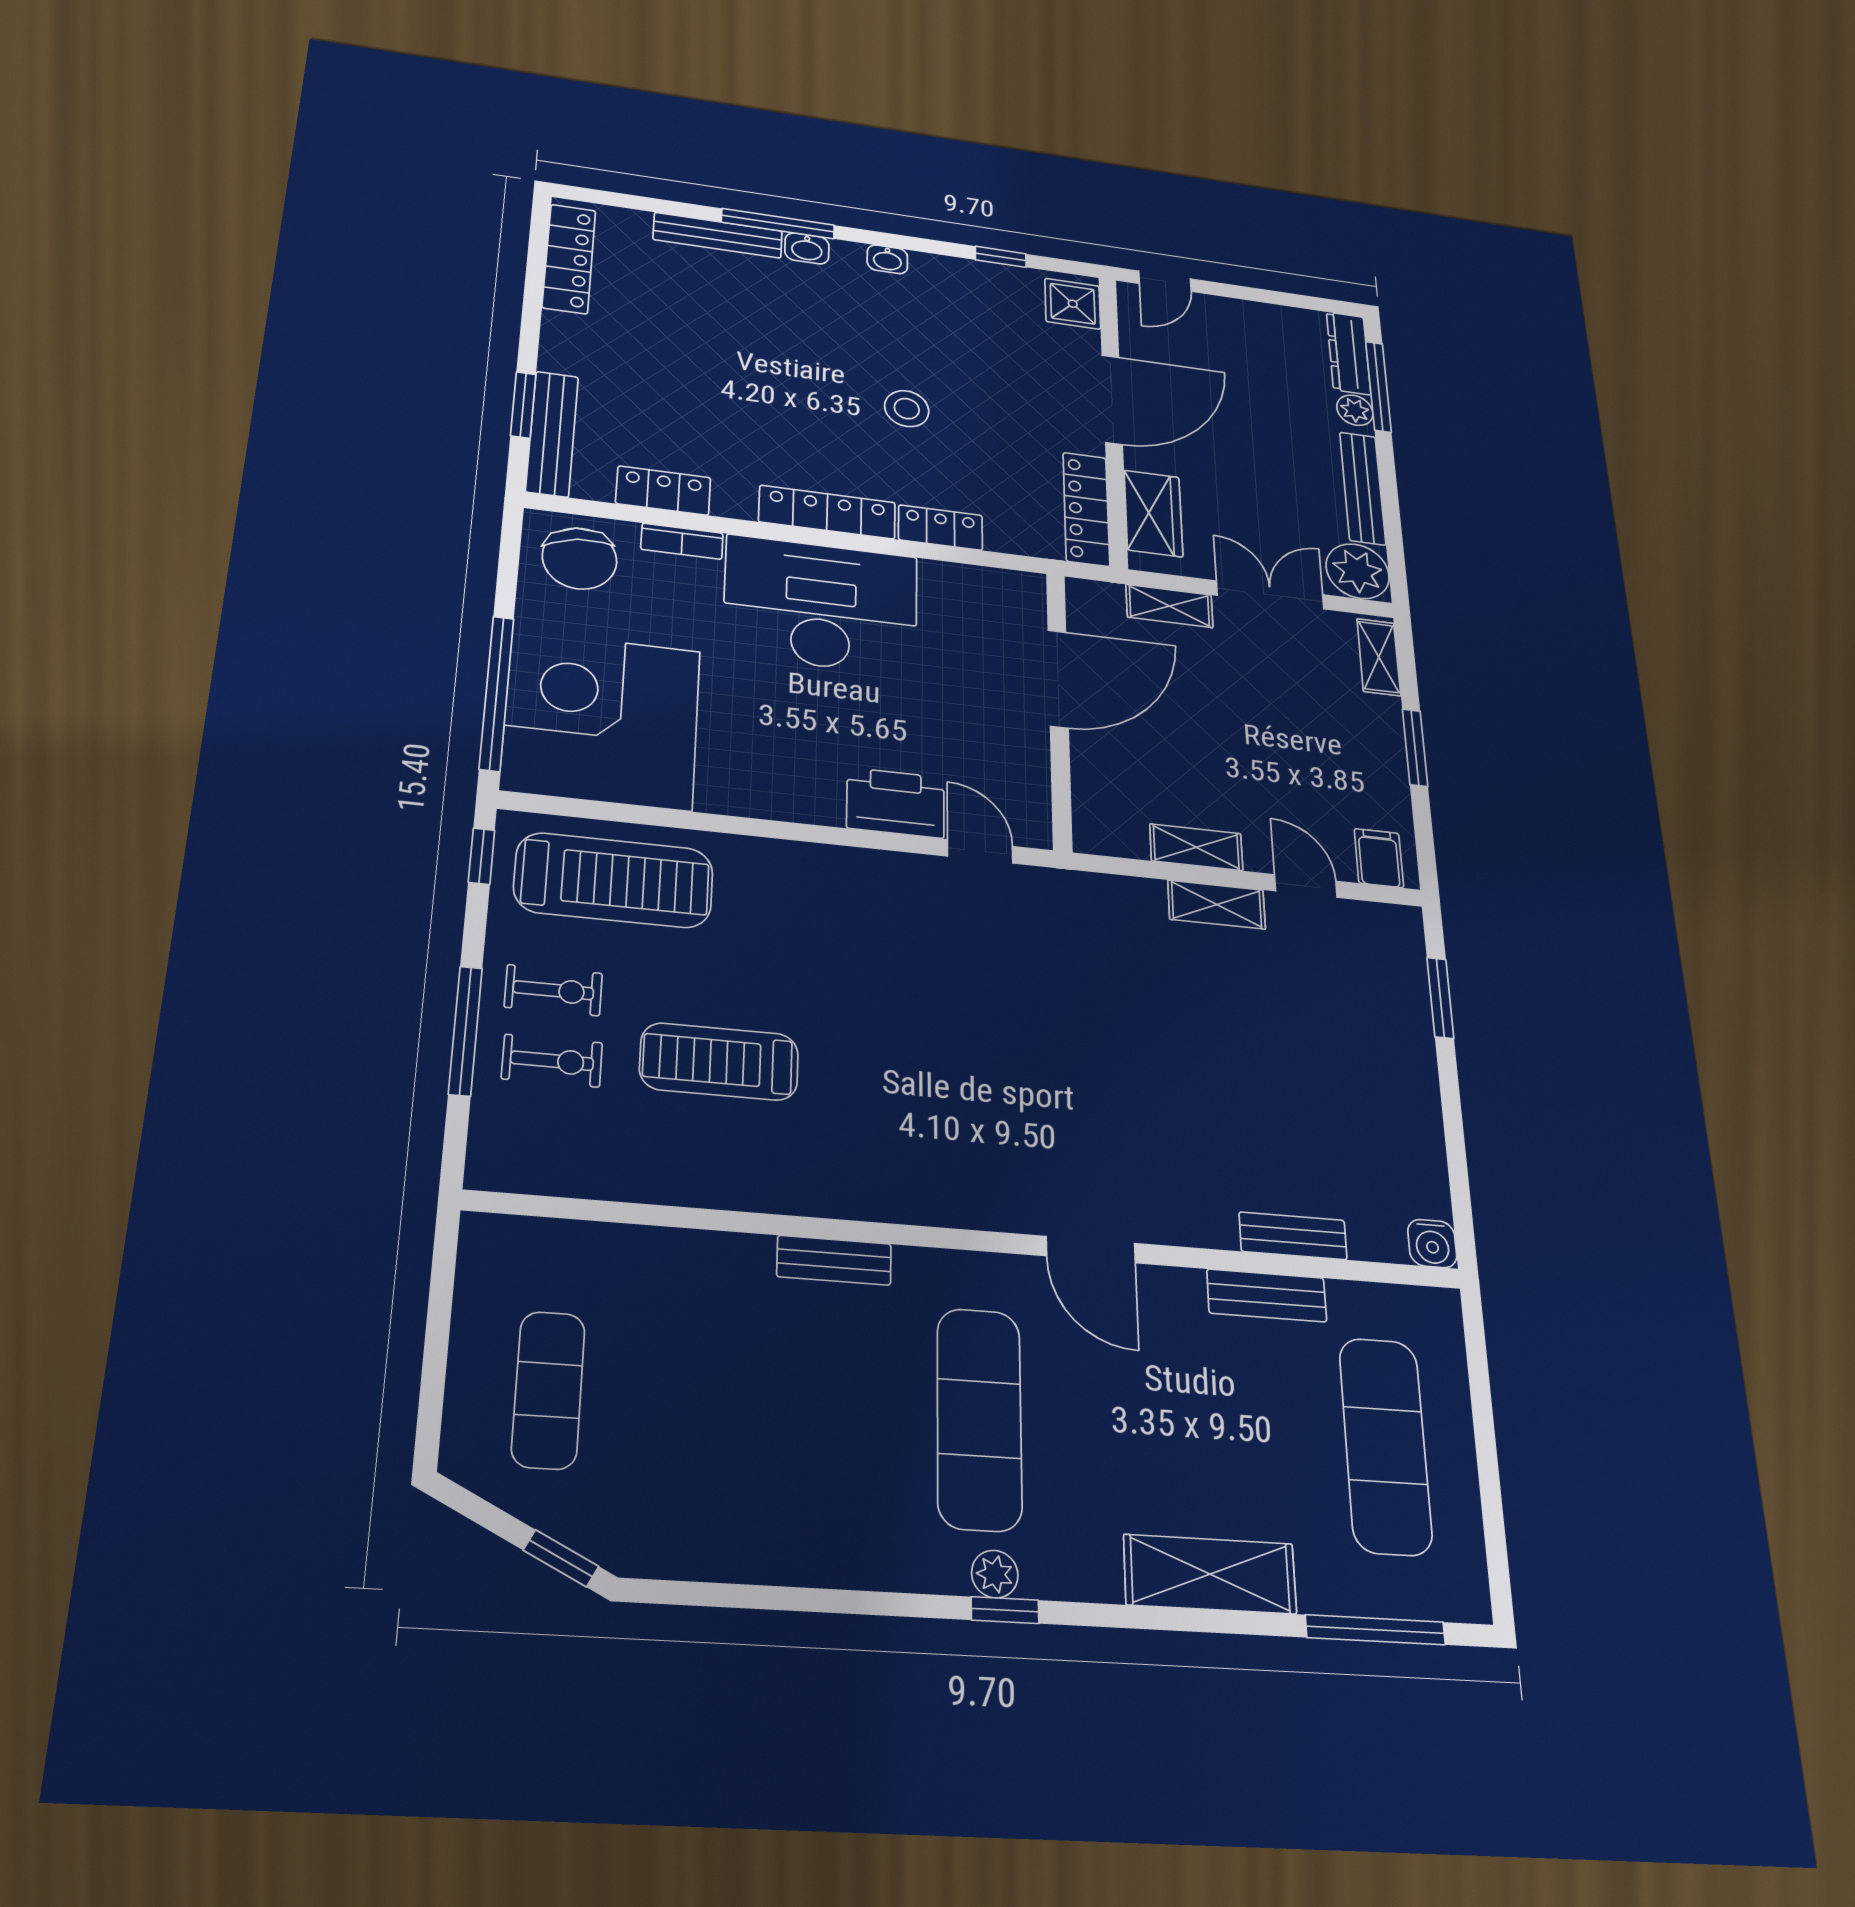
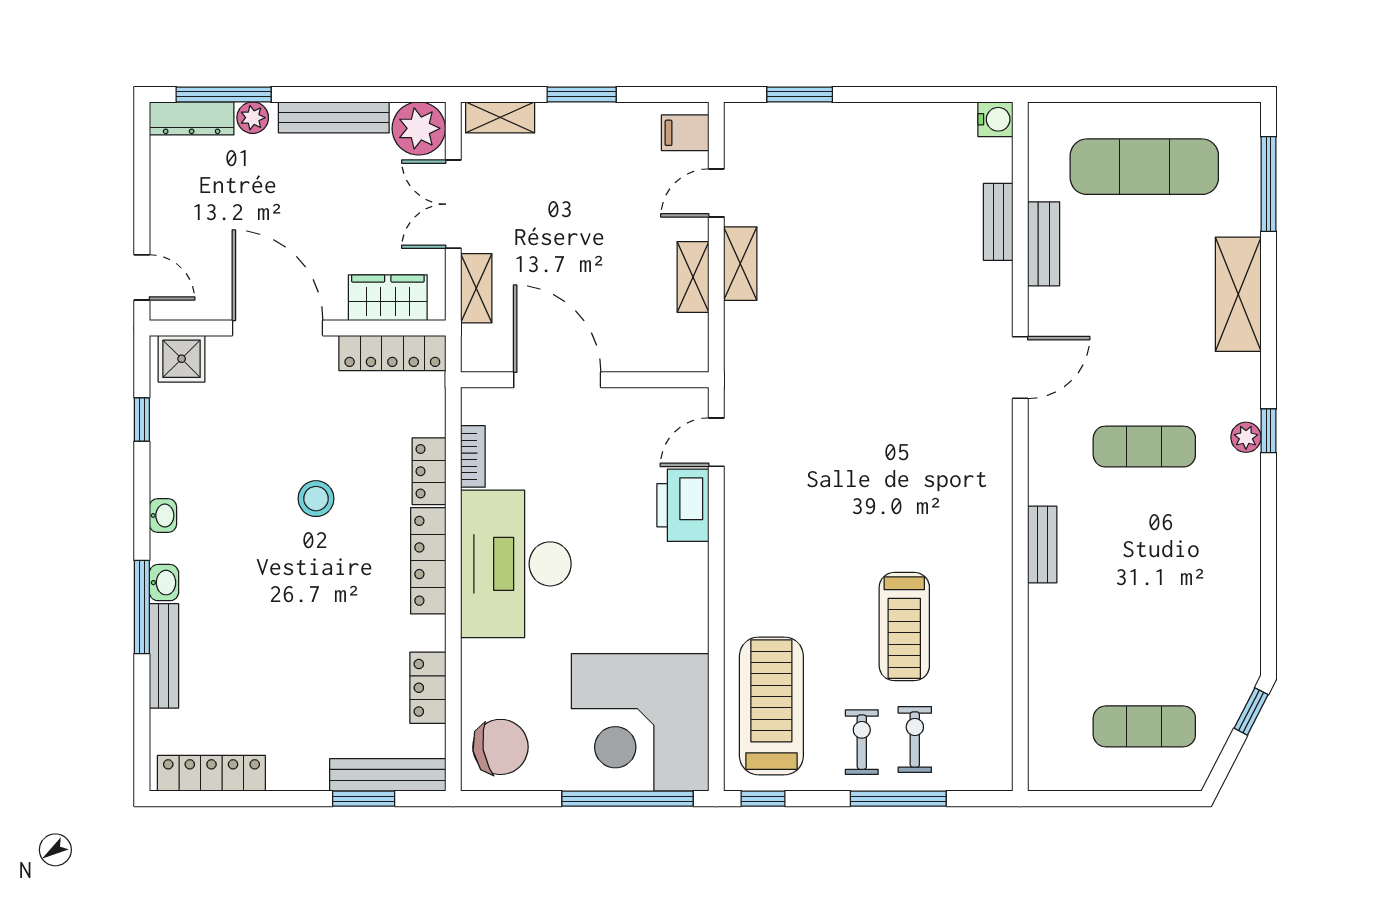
bookcase: (682, 541) -> (473, 456), moved
exercise mat: (979, 1418) -> (1144, 447), width x0.73, depth x0.69

